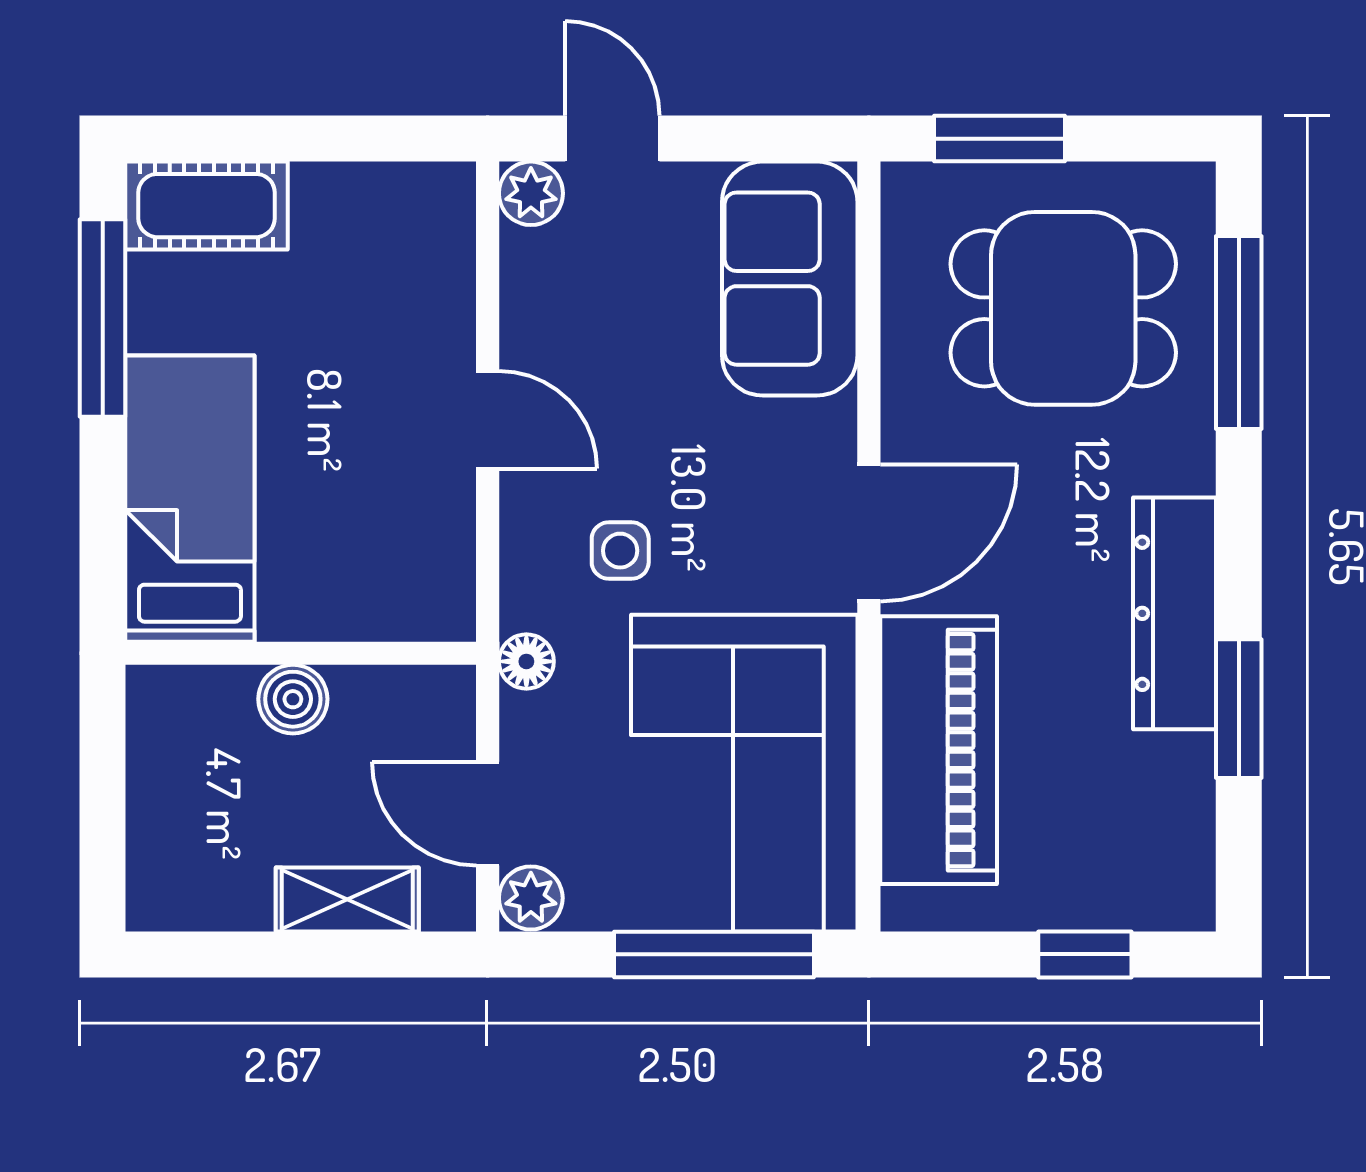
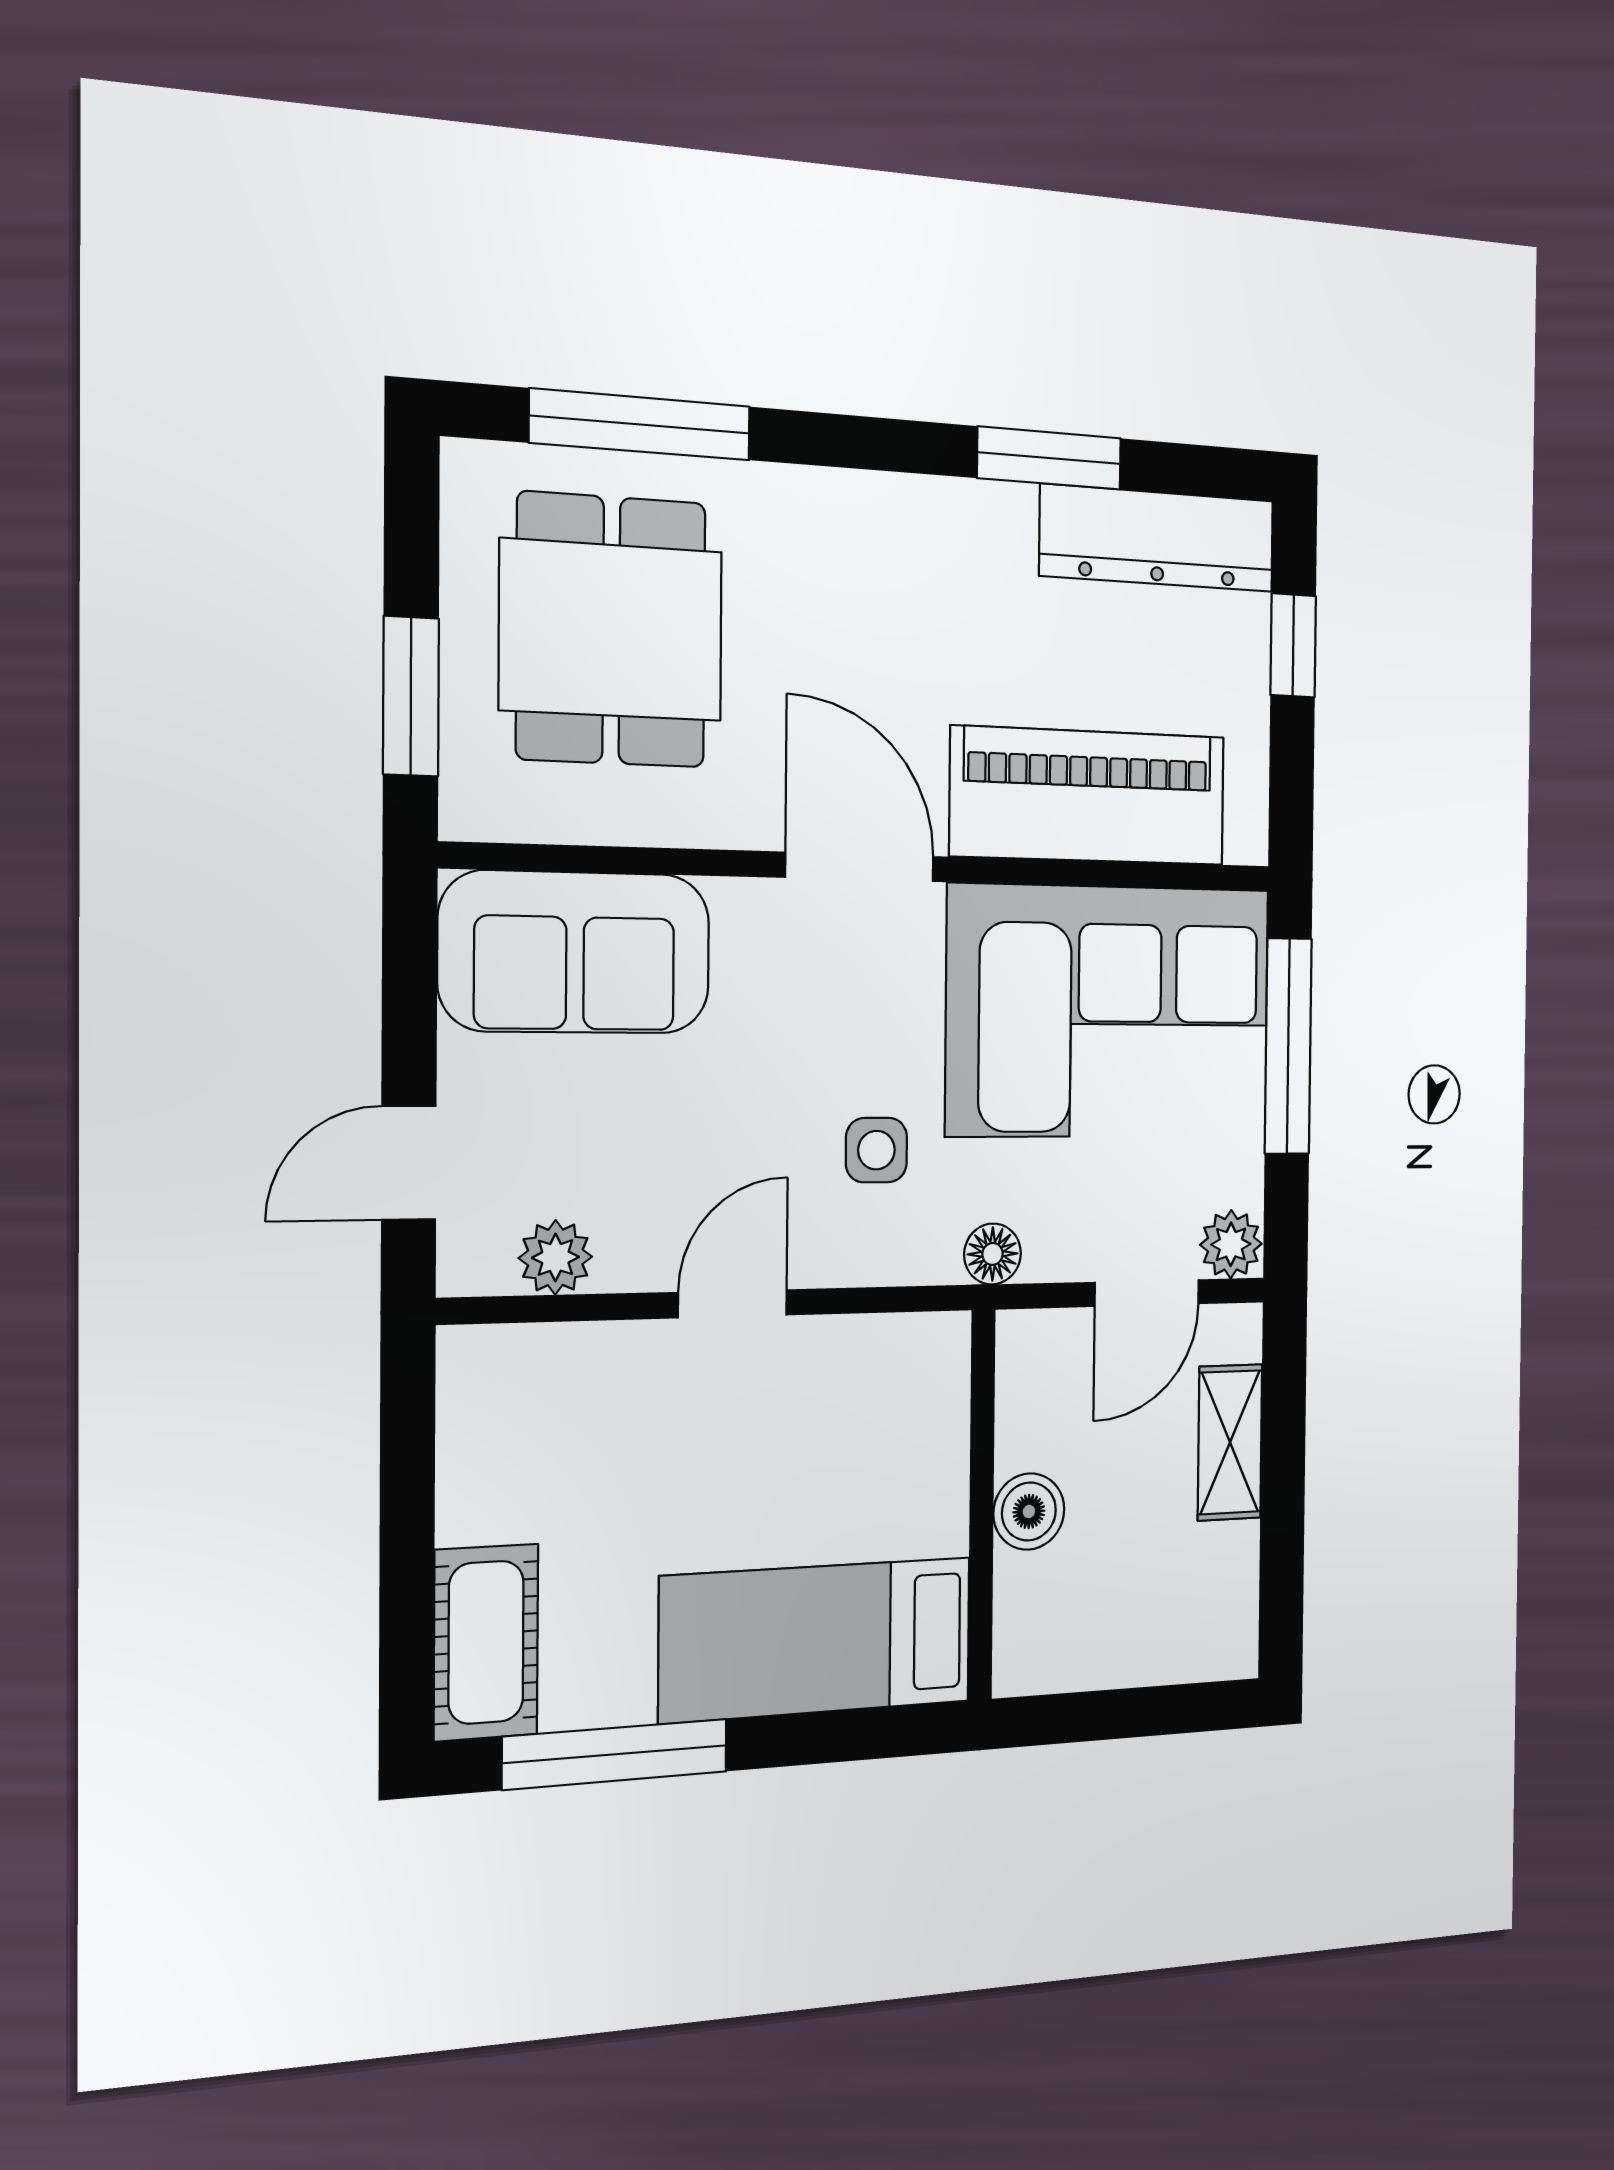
plant: (531, 193) -> (555, 1257), moved
dresser: (1174, 613) -> (1158, 538), moved

